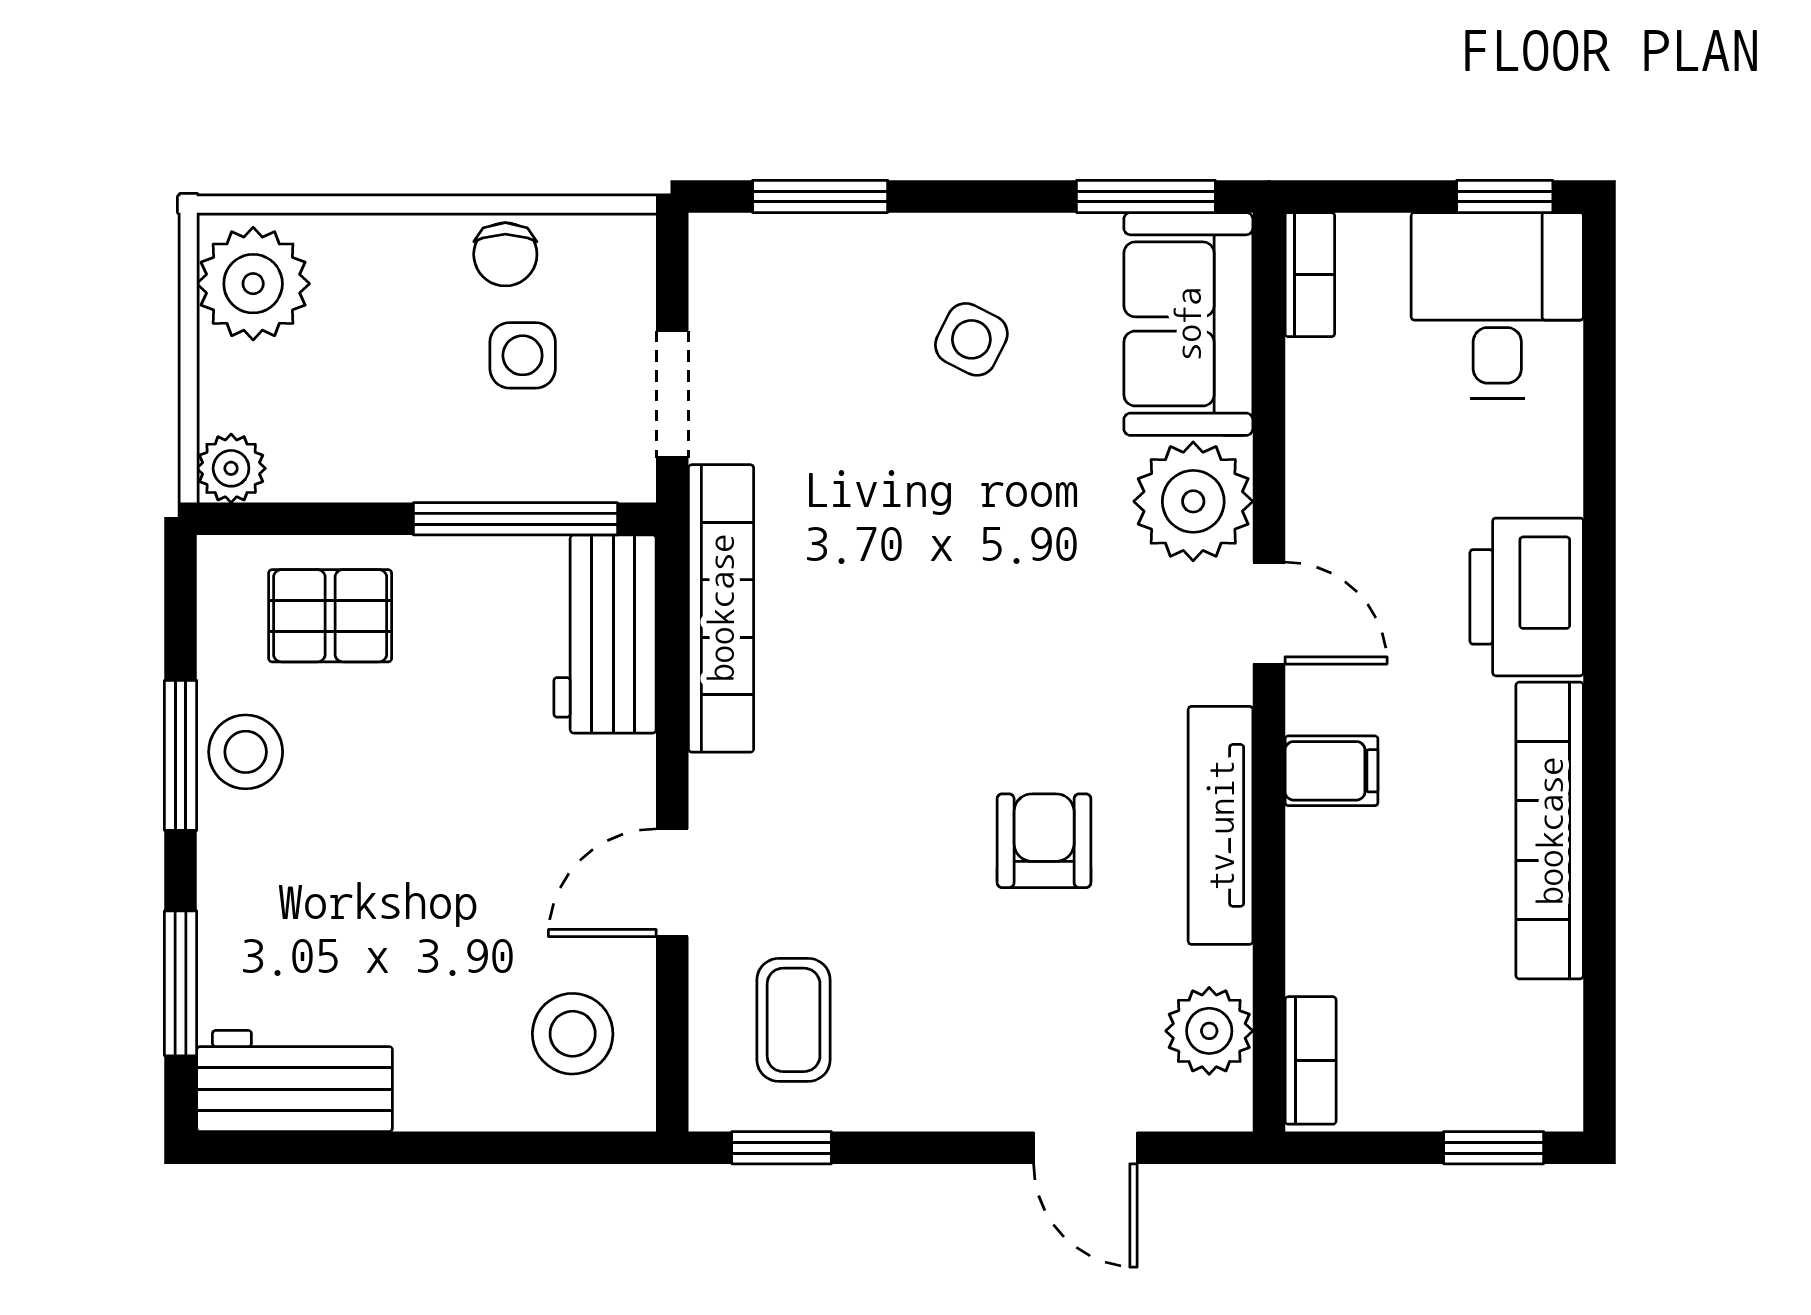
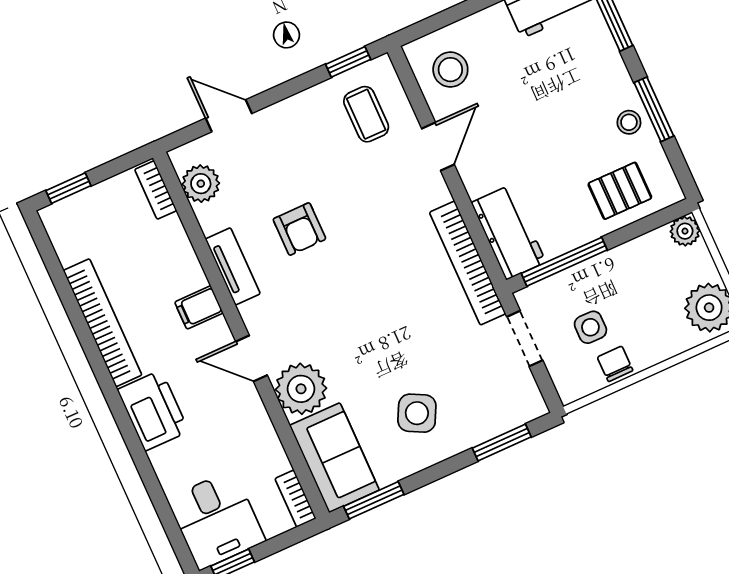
side table: (971, 339) -> (417, 413), width x1.37, depth x1.37
stool: (246, 752) -> (629, 122), width x0.73, depth x0.73
tv unit: (1221, 825) -> (233, 266), width x0.71

